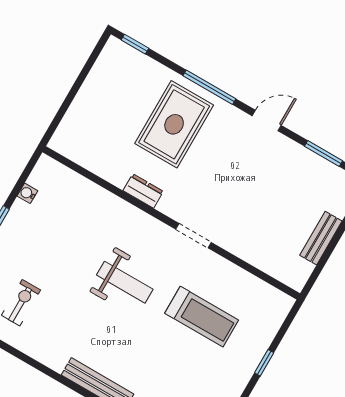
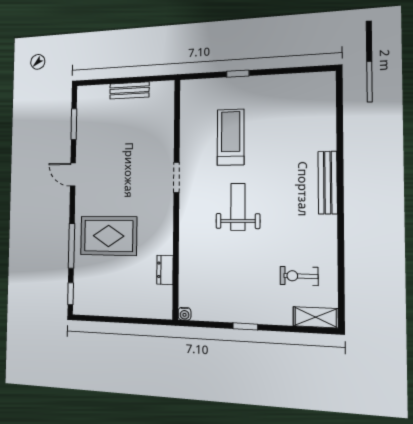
window: (209, 87) -> (72, 246), moved
dresser: (143, 191) -> (165, 270), moved
water cooler: (27, 193) -> (185, 314), moved

